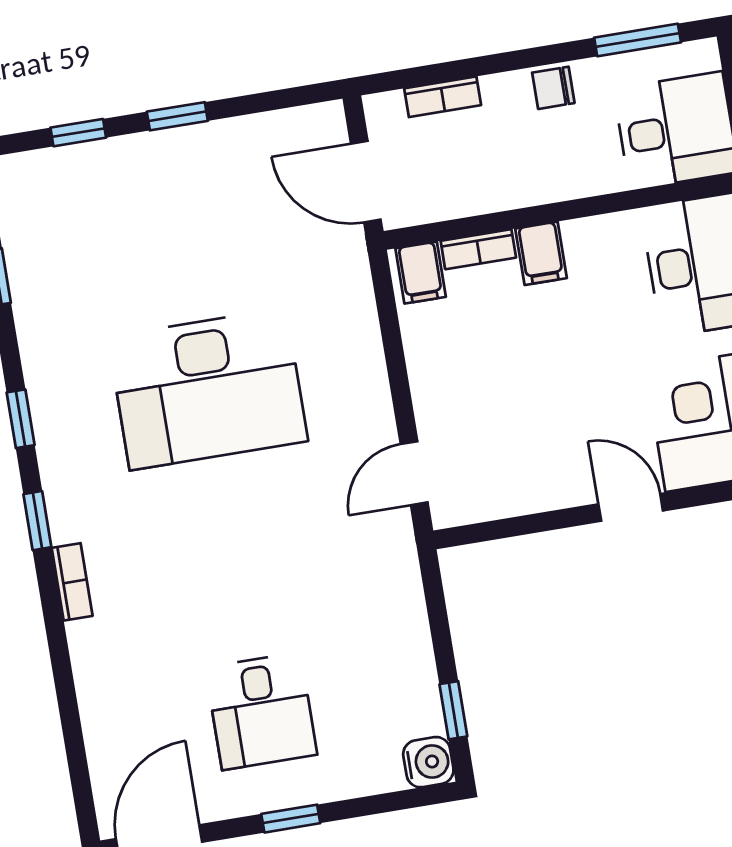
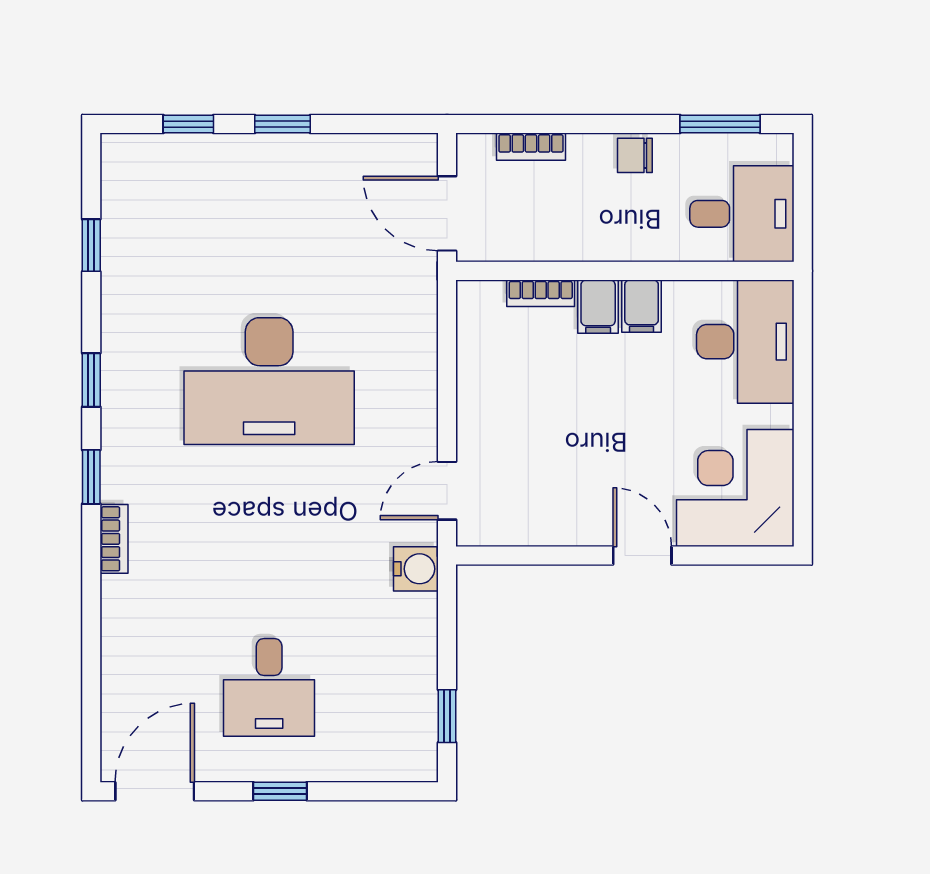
filing cabinet: (421, 273) -> (642, 306), moved
water cooler: (428, 762) -> (416, 569), moved

